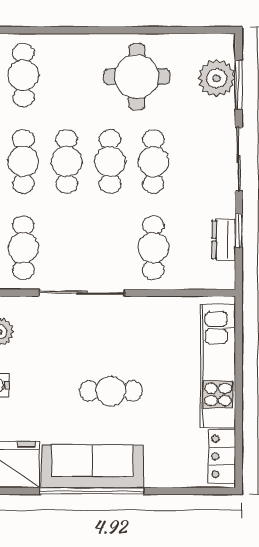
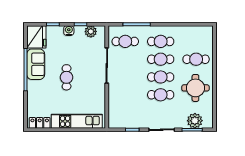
cafe table: (23, 75) -> (196, 59), moved
dresser: (224, 240) -> (129, 124), removed
cafe table: (153, 248) -> (125, 95), removed
sofa: (92, 466) -> (36, 64), width x0.73

